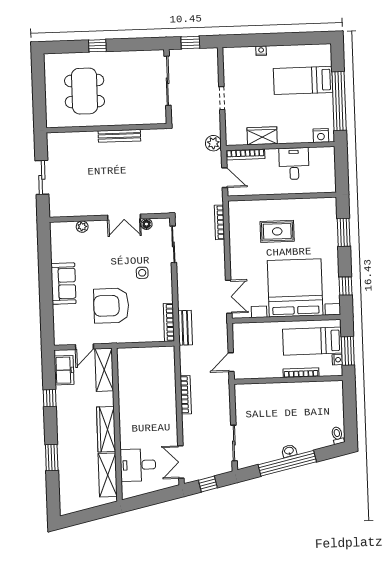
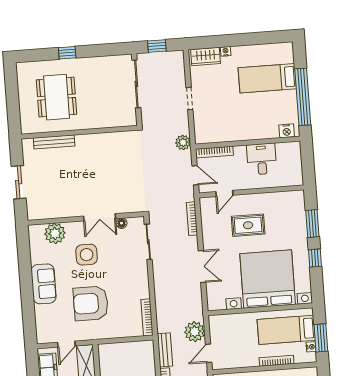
bench: (119, 136) -> (54, 142), moved
wardrobe: (262, 136) -> (206, 56), moved, turned 180
door: (254, 198) -> (224, 193), added
plant: (82, 227) -> (55, 233), width x1.87, depth x1.87
side table: (142, 273) -> (87, 255), moved, width x1.87, depth x1.87
window: (346, 286) -> (315, 258), moved
double door: (229, 297) -> (202, 266), moved
bench: (185, 328) -> (165, 350), moved
plant: (217, 339) -> (195, 332), added

